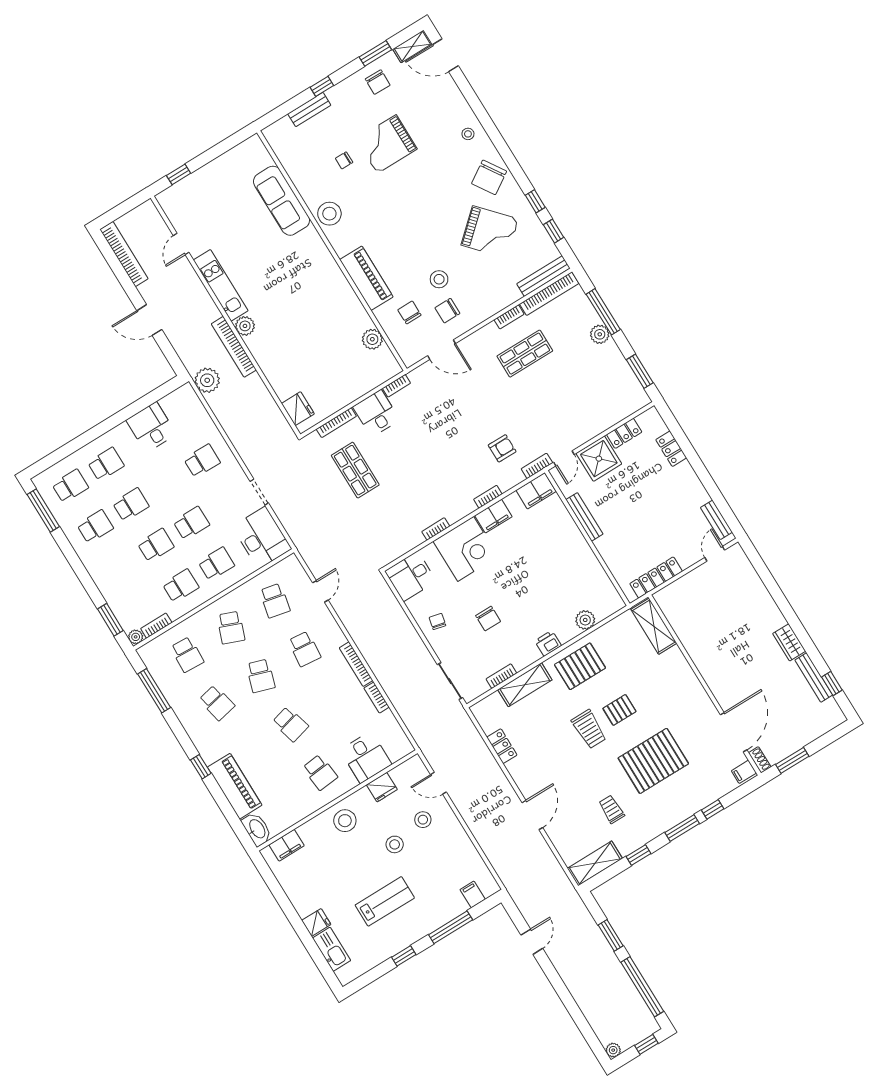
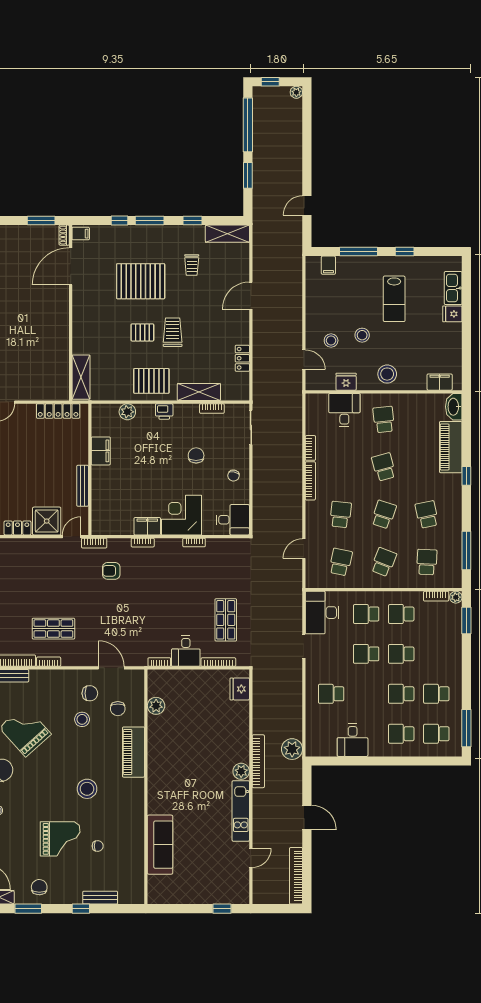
stool: (329, 214) -> (87, 789), moved
filing cabinet: (536, 491) -> (101, 451), moved, turned 90
lab bench: (385, 901) -> (394, 299), turned -90

